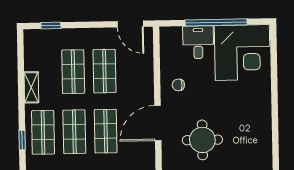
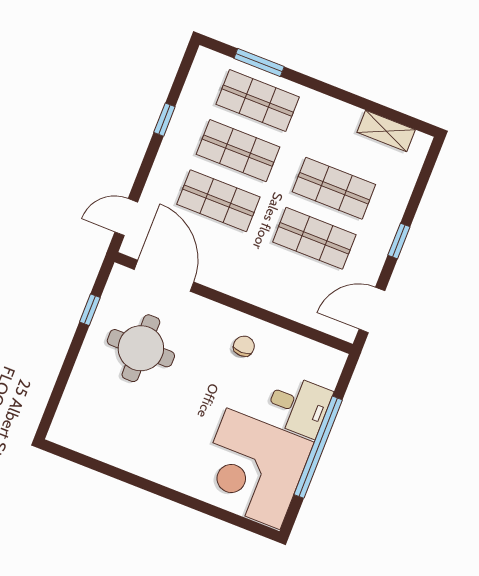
window: (51, 26) -> (399, 241), moved
shelving: (31, 87) -> (386, 131), moved
door: (158, 123) -> (164, 276), moved
window: (22, 140) -> (259, 63), width x1.50

